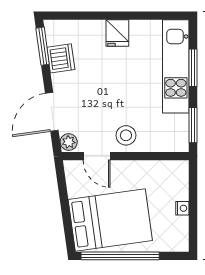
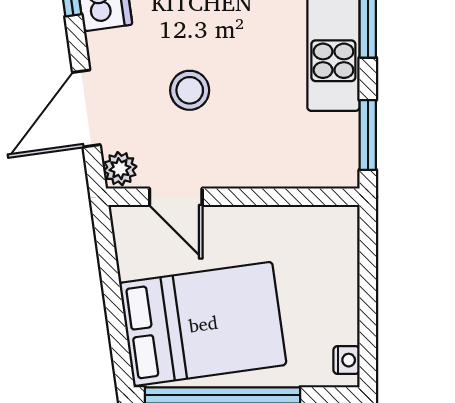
stool: (126, 135) -> (190, 90), moved
nightstand: (182, 208) -> (347, 360), moved

